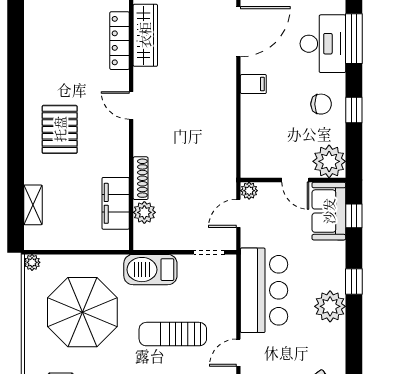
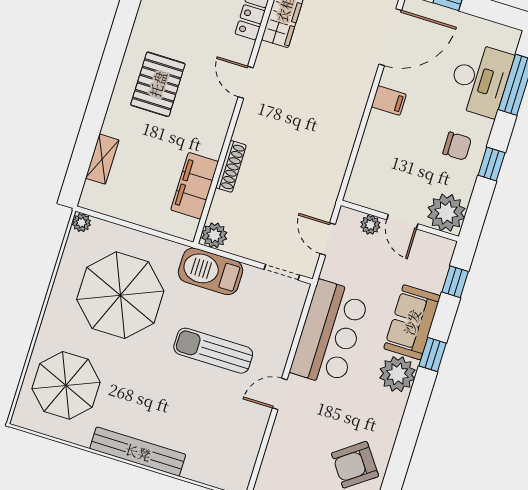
plant: (249, 191) -> (370, 225), moved
sofa: (329, 211) -> (412, 322), moved
plant: (144, 212) -> (214, 235), moved
door: (238, 213) -> (328, 239), hinge flipped

